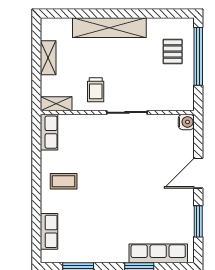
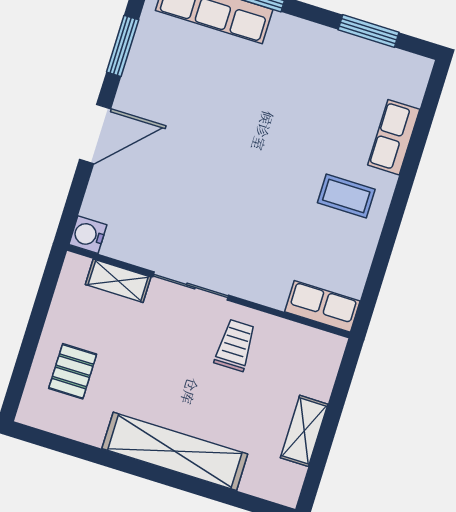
window: (198, 56) -> (28, 348), removed
shelving: (56, 104) -> (118, 281), moved
row of seats: (49, 132) -> (322, 306), moved, turned 90
row of seats: (49, 231) -> (394, 137), moved

